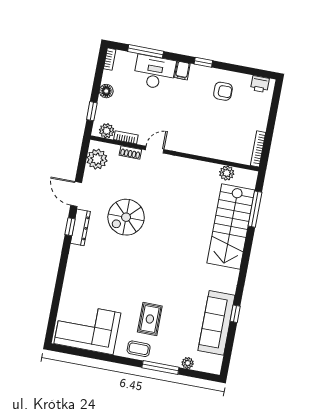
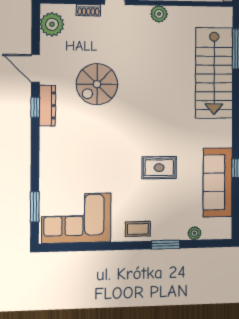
plant: (227, 173) -> (159, 14), moved
window: (54, 311) -> (35, 207), added
rug: (150, 319) -> (159, 168), moved, turned 90
window: (160, 368) -> (166, 245), width x0.69

